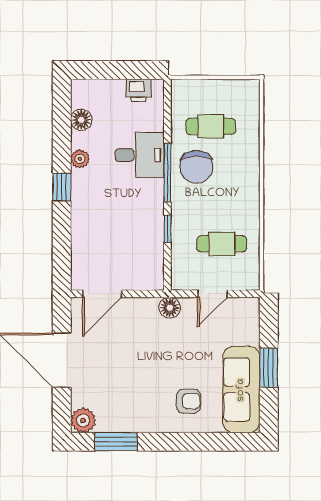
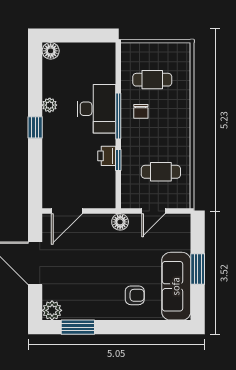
printer: (139, 90) -> (107, 156), moved, turned 90
floor lamp: (81, 120) -> (51, 51), moved
desk: (140, 155) -> (96, 109), width x1.37
chair: (196, 167) -> (141, 111), width x0.54, depth x0.54

